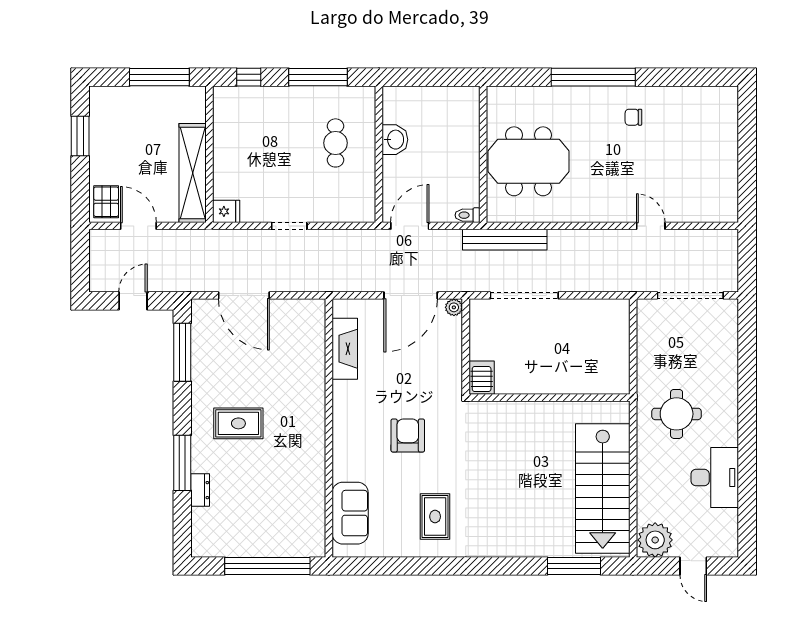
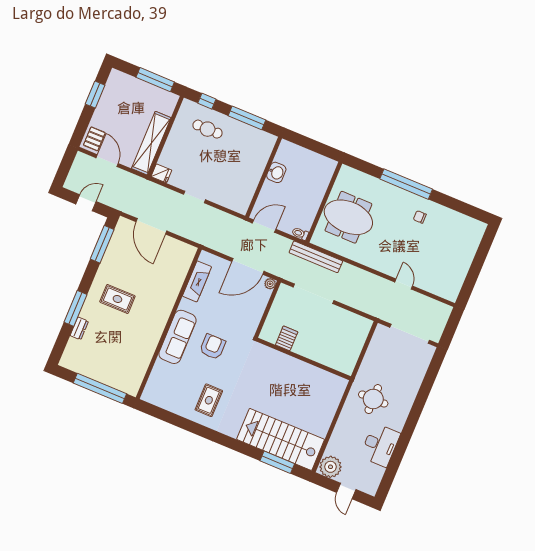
cafe table: (335, 143) -> (208, 129), moved, turned 90
server rack: (482, 378) -> (287, 338), moved
stairs: (603, 489) -> (281, 439), moved, turned 90
sofa: (350, 513) -> (177, 337), moved, width x1.36

